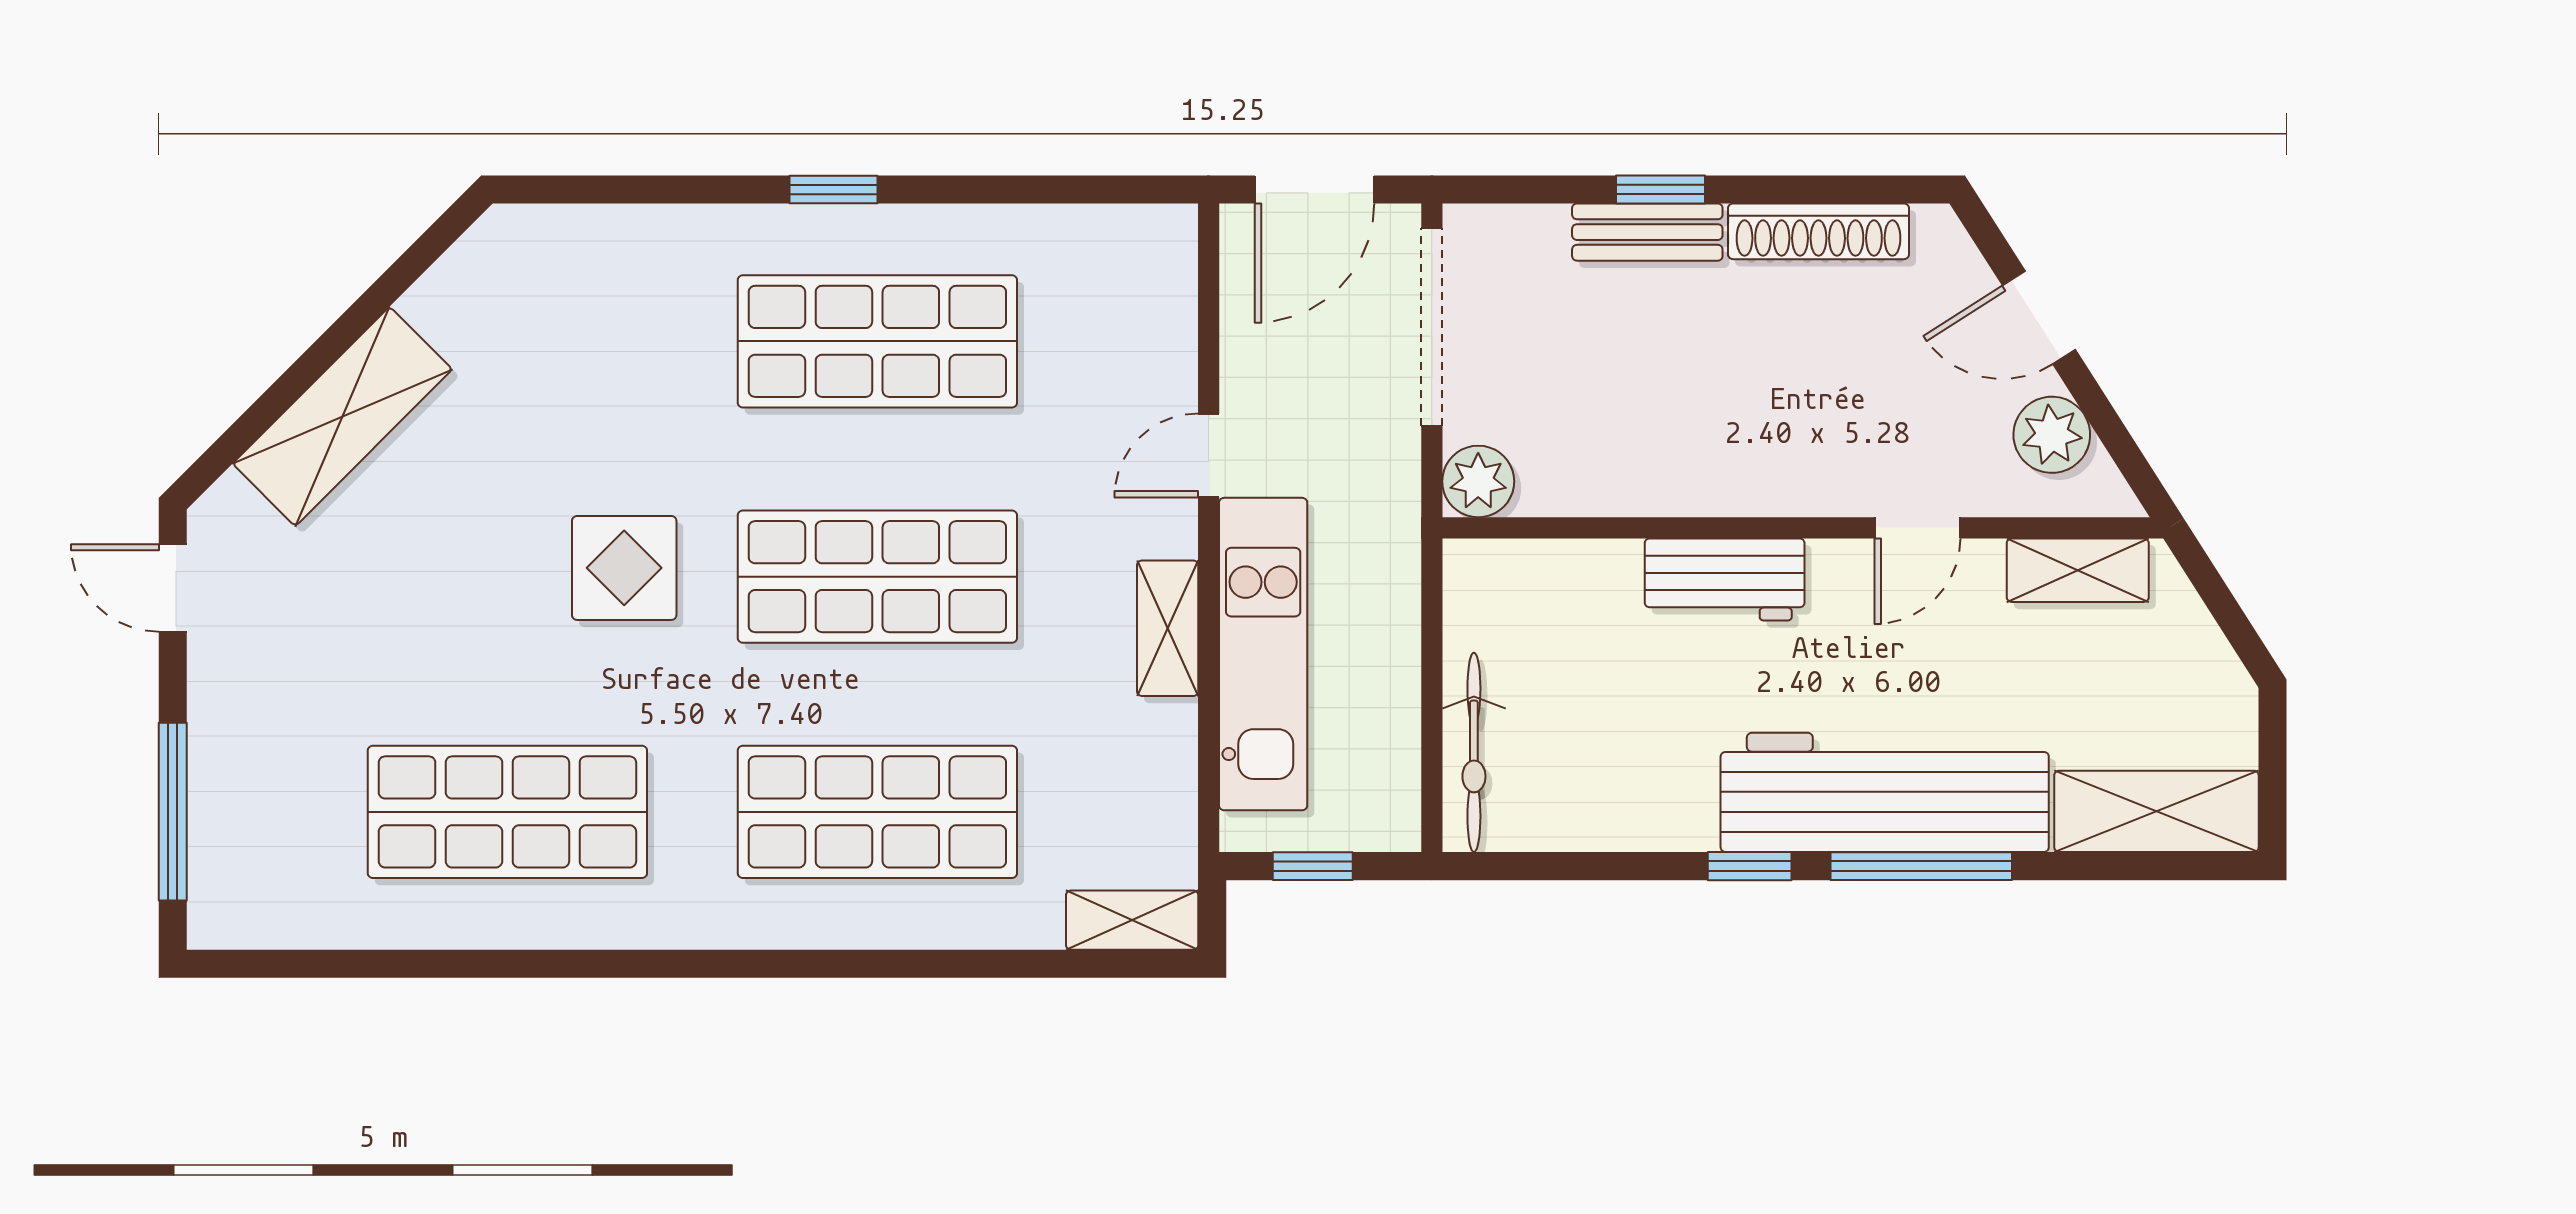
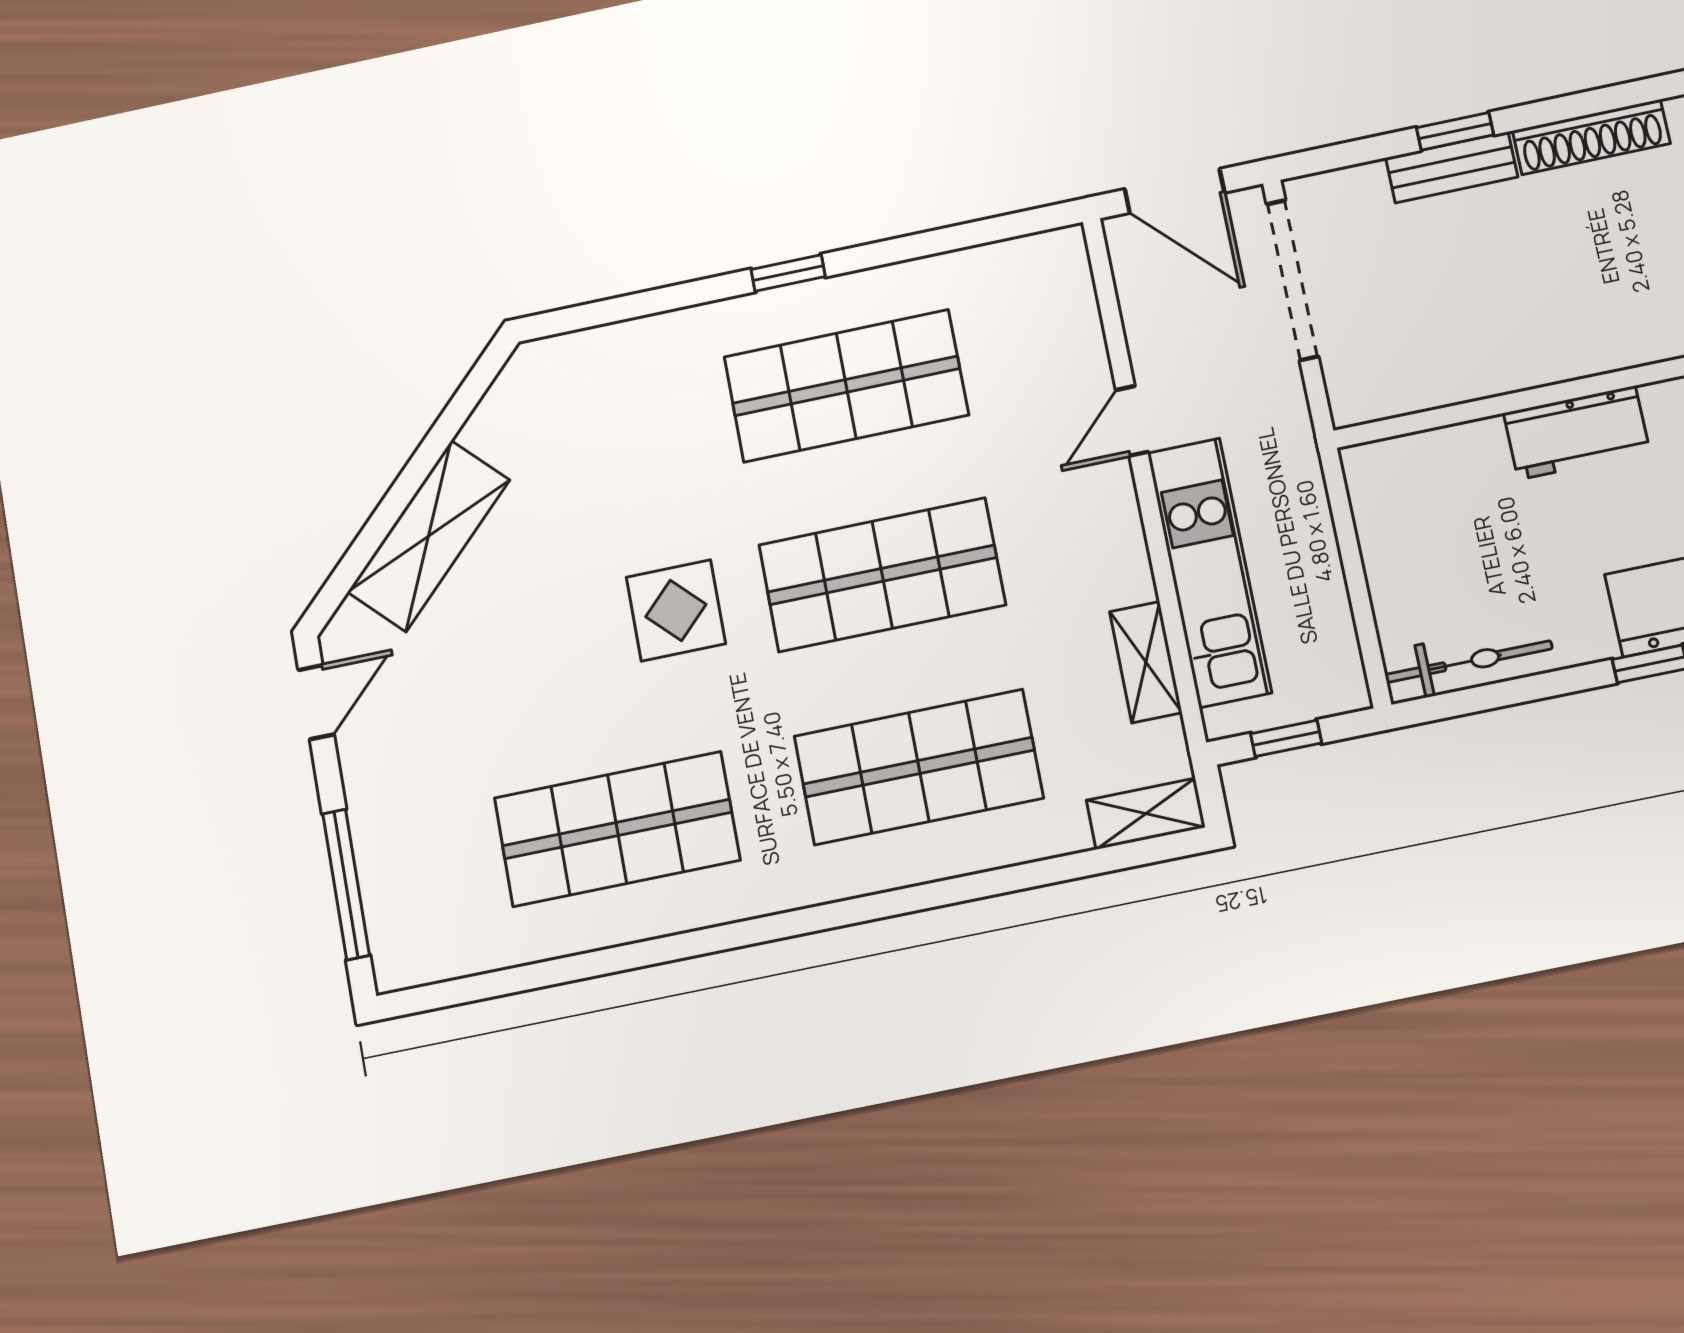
door: (1315, 189) -> (1174, 191), hinge flipped
plant: (1478, 481) -> (1357, 396), removed
door: (173, 588) -> (316, 702), swing flipped
shelving: (1168, 628) -> (1146, 662), moved
bicycle: (1474, 752) -> (1469, 662), moved, turned -90

